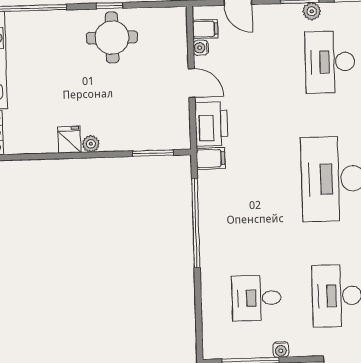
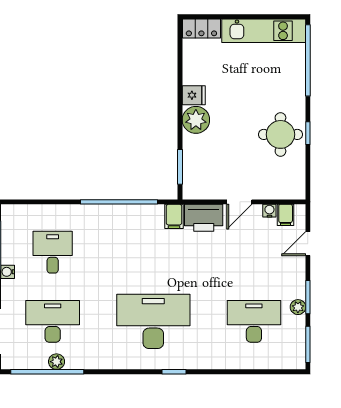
plant: (91, 144) -> (196, 120), width x1.88, depth x1.88

